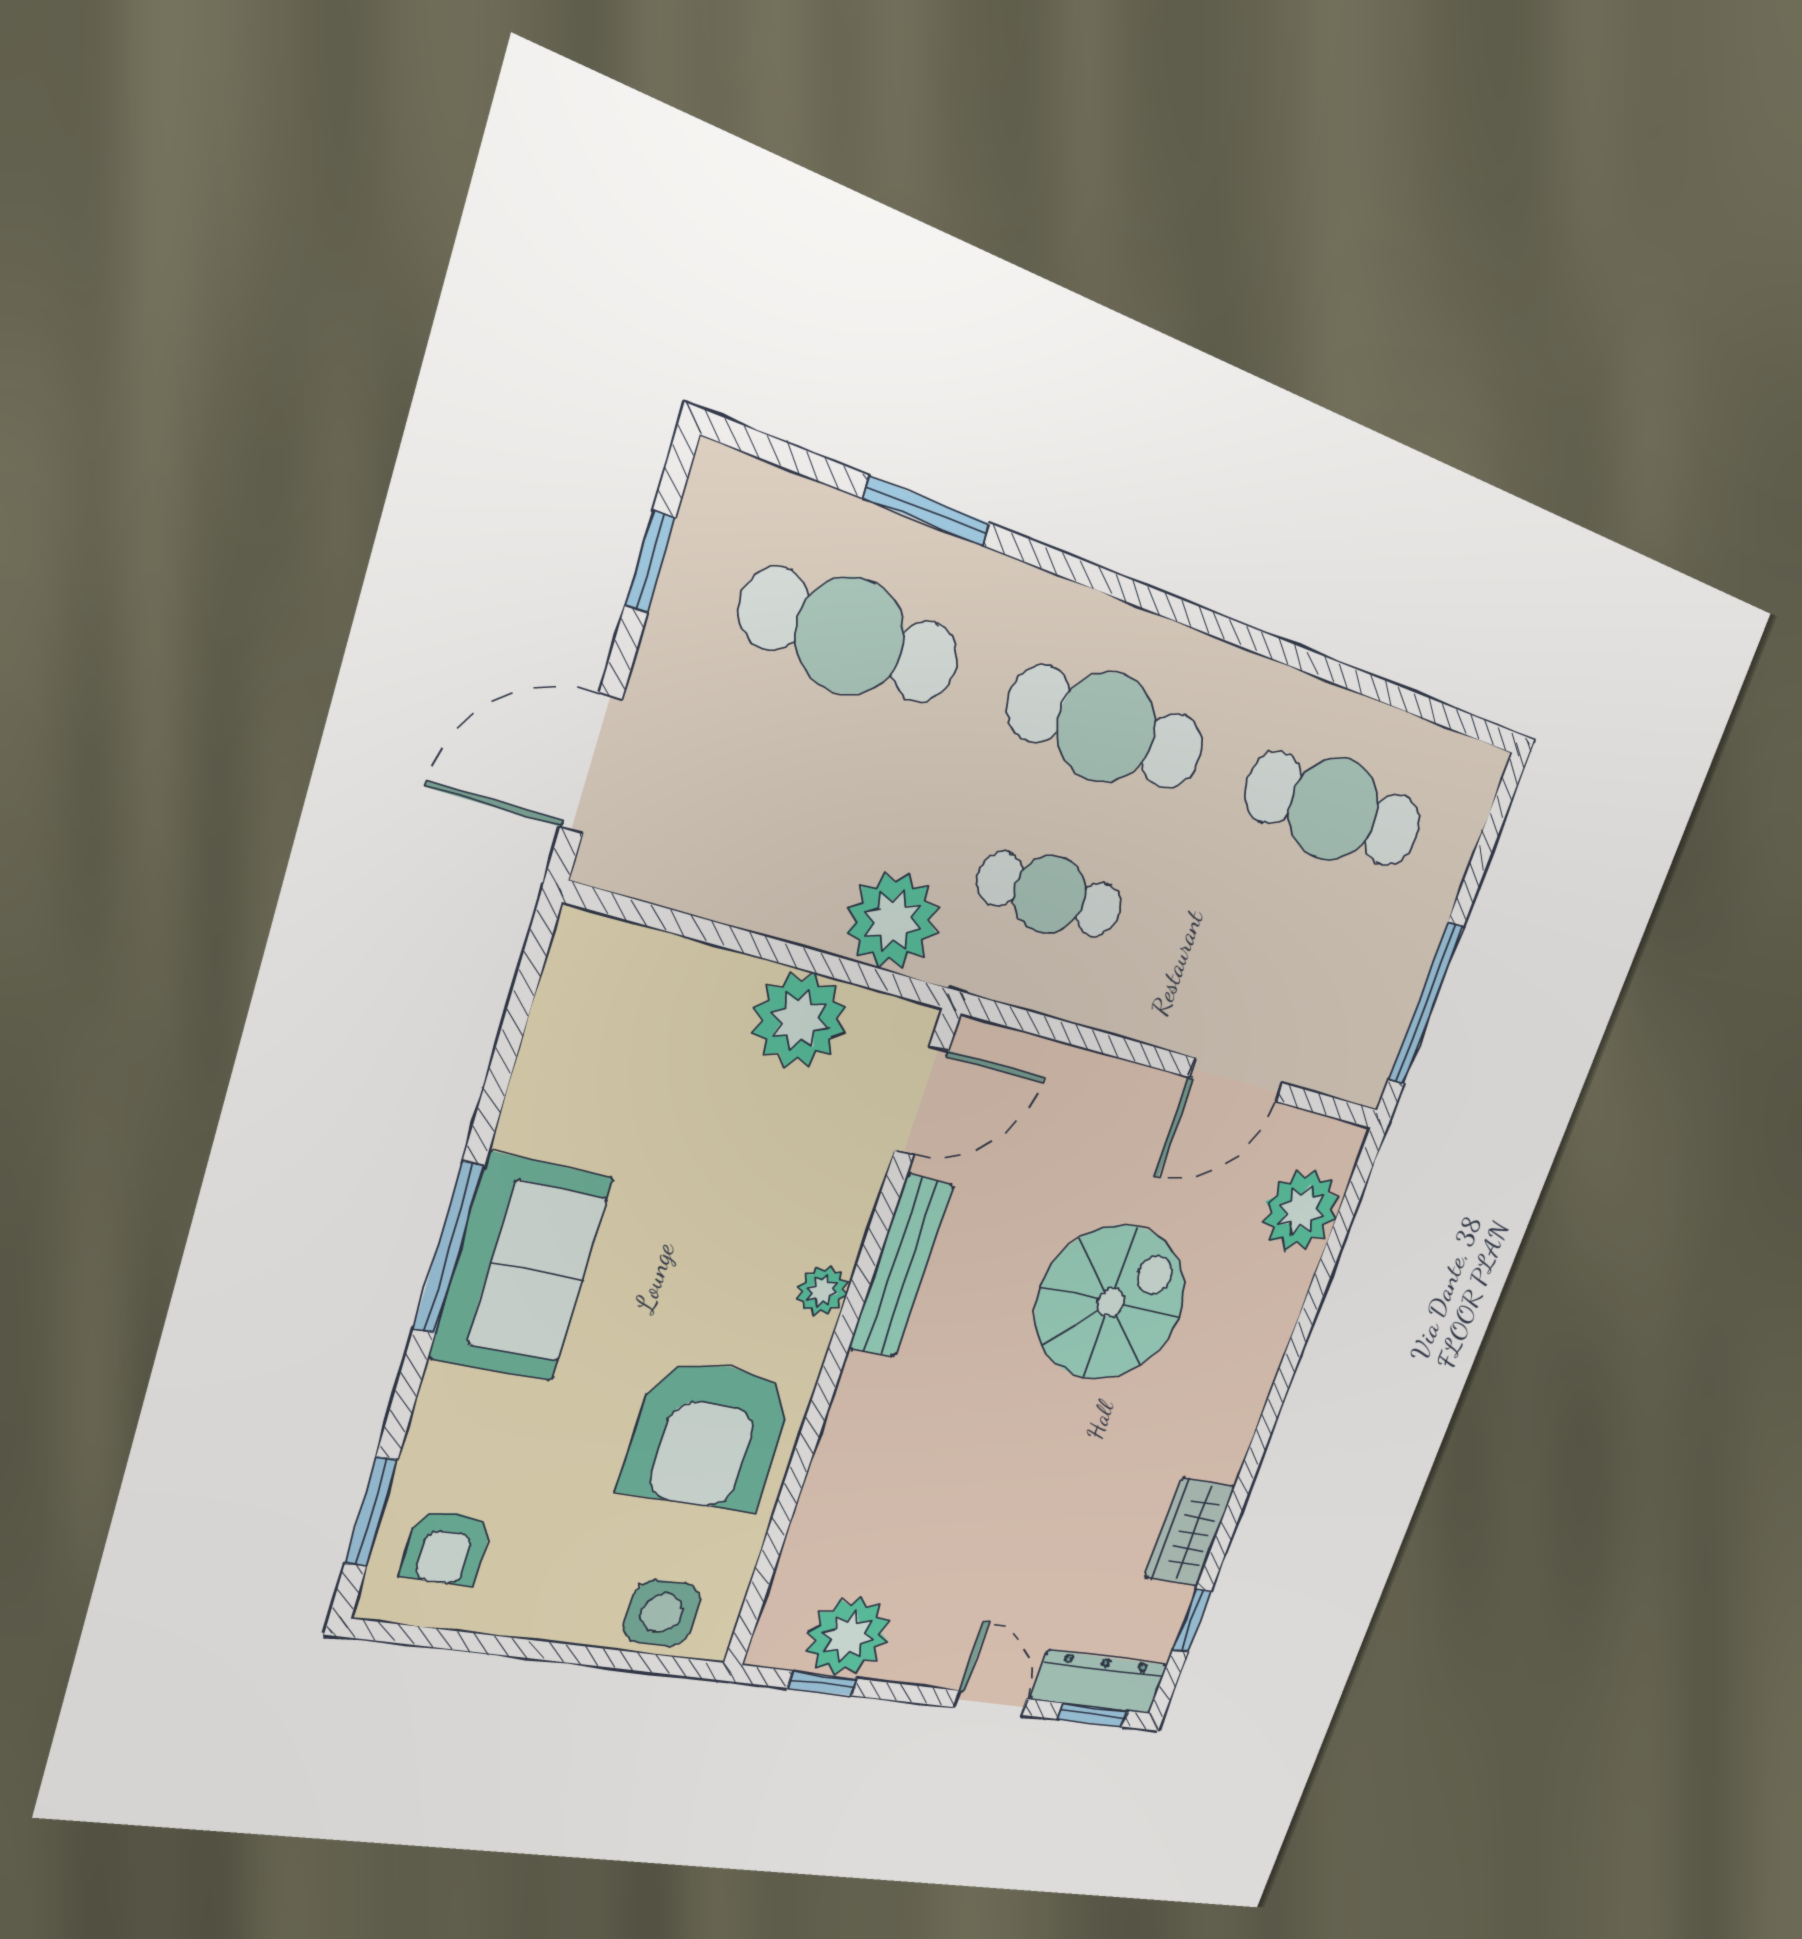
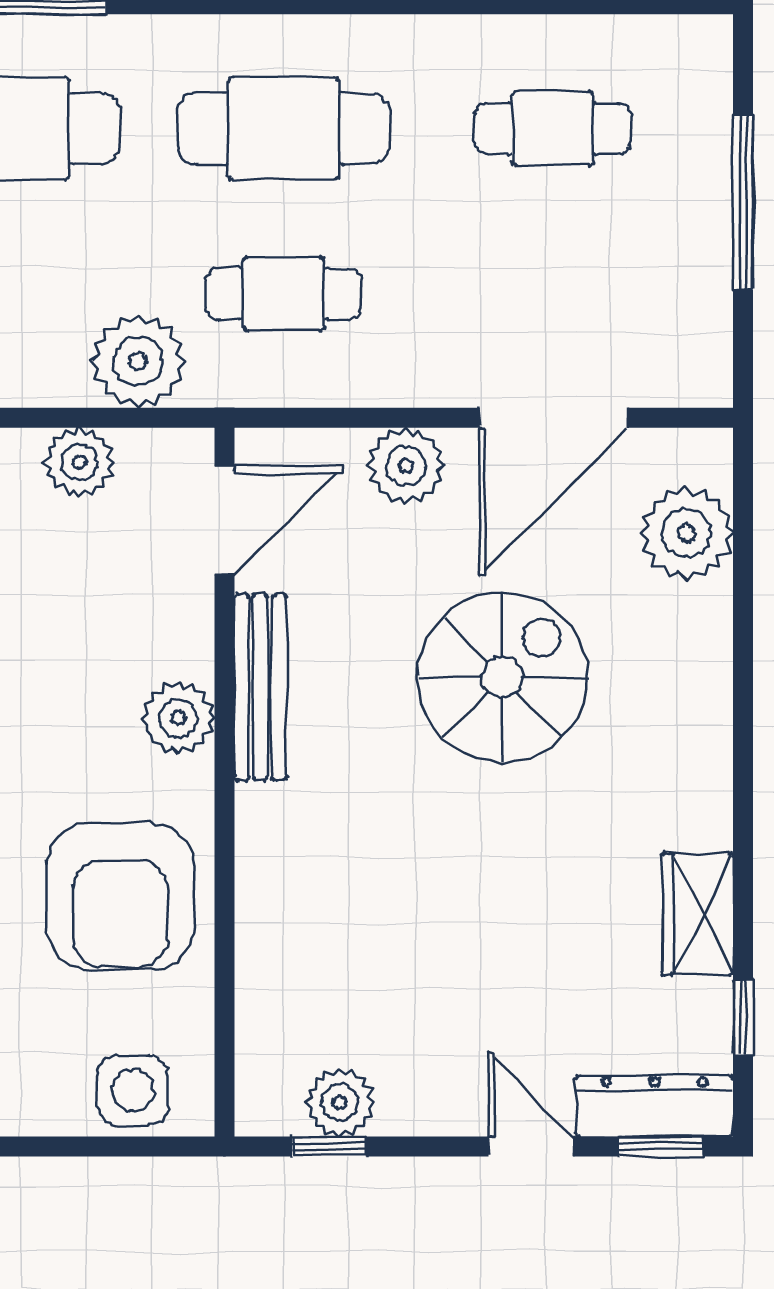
cafe table: (1334, 809) -> (553, 128), width x0.73, depth x0.74
window: (1426, 1004) -> (743, 202), moved
plant: (800, 1020) -> (79, 462), width x0.73, depth x0.73
door: (1236, 1080) -> (554, 418), width x1.36
plant: (1099, 1091) -> (406, 466), added
plant: (822, 1291) -> (178, 718), width x1.38, depth x1.38
plant: (848, 1636) -> (339, 1102), width x0.73, depth x0.73

